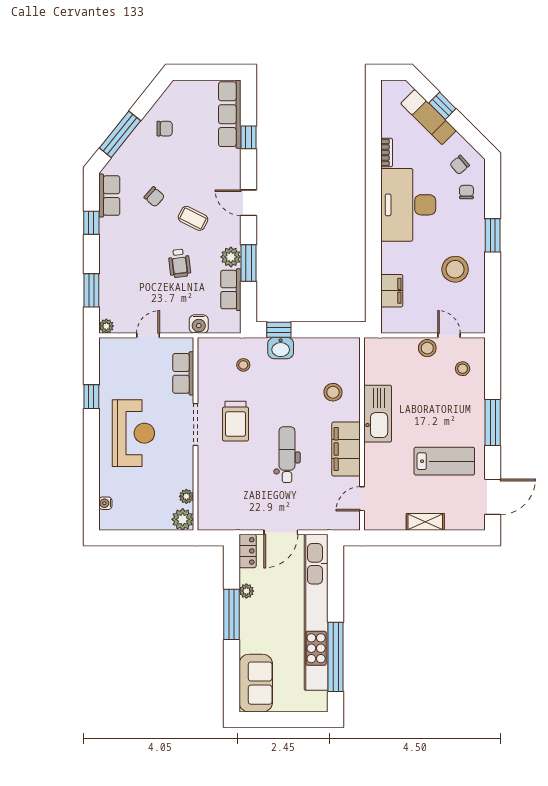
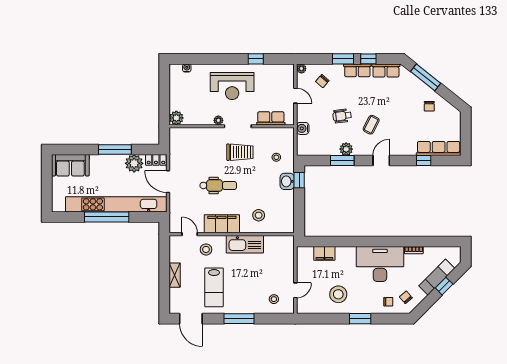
chair: (154, 197) -> (322, 81), moved
window: (91, 290) -> (343, 59), moved
row of seats: (231, 290) -> (357, 70), moved, turned 180
stool: (427, 348) -> (206, 249), moved
trolley: (235, 421) -> (240, 152), turned 180
plant: (186, 496) -> (218, 120), moved
plant: (246, 591) -> (134, 163), width x1.88, depth x1.88
window: (336, 657) -> (107, 217), moved

